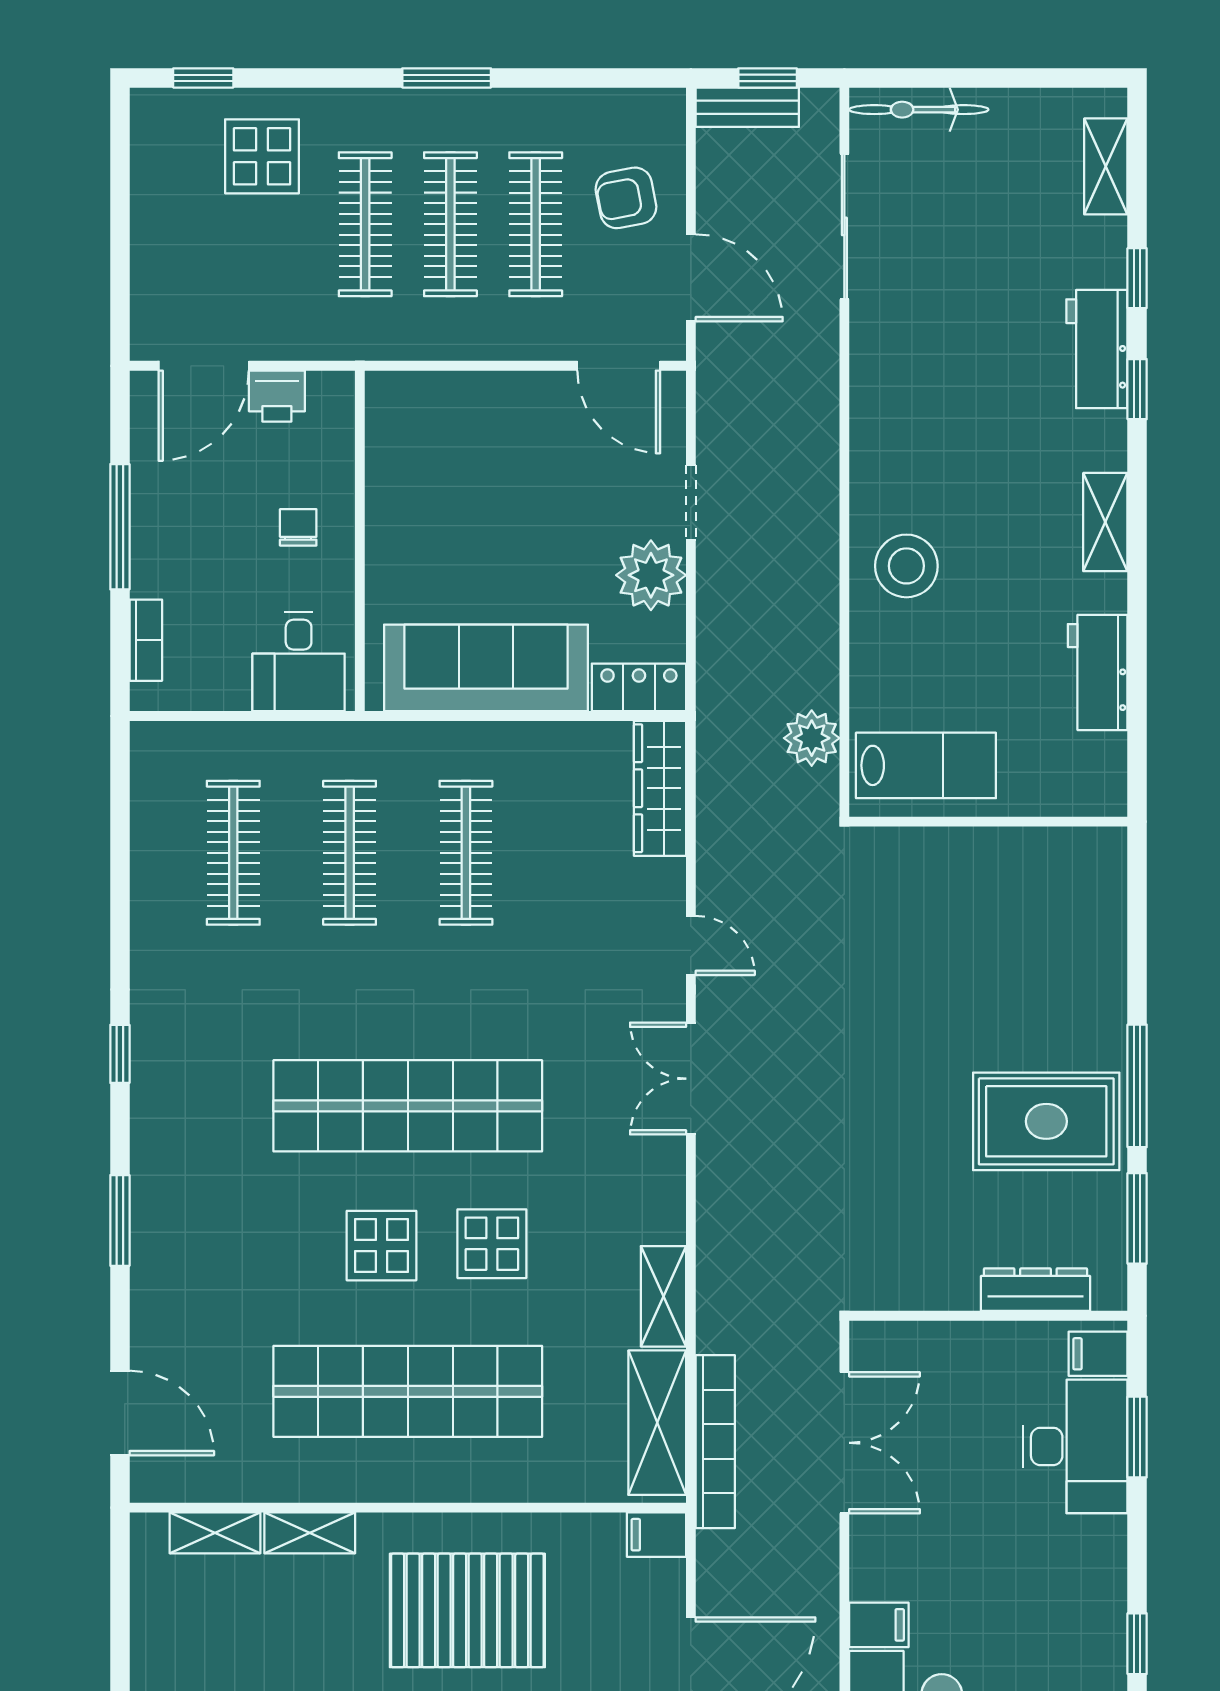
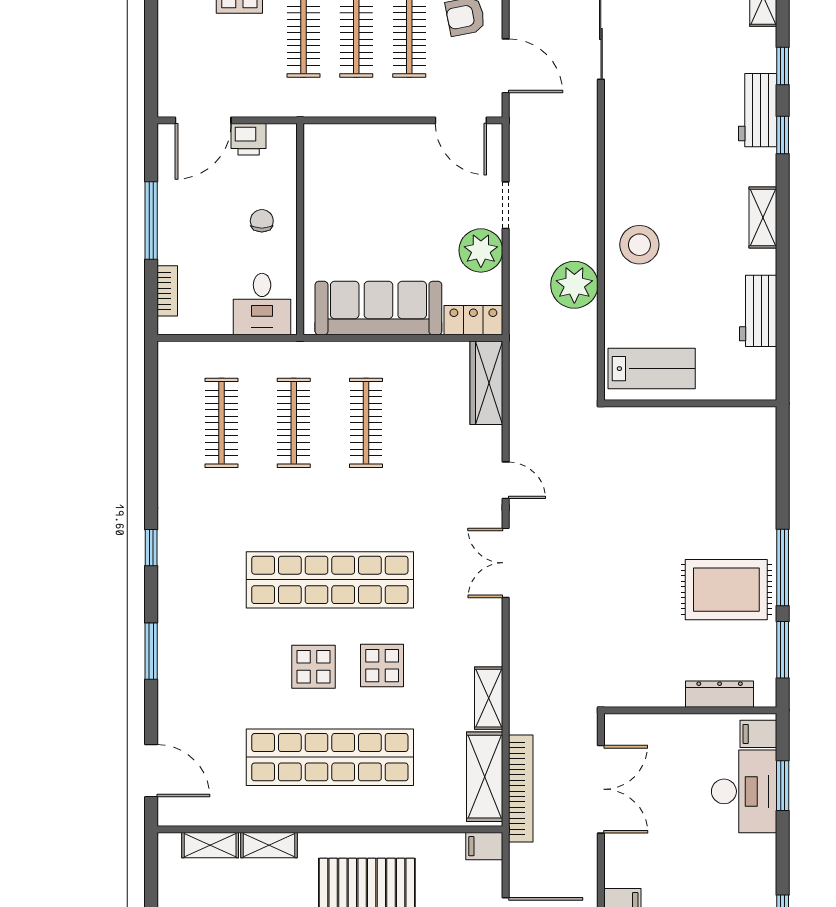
plant: (812, 738) -> (574, 285), moved, width x1.36, depth x1.36

